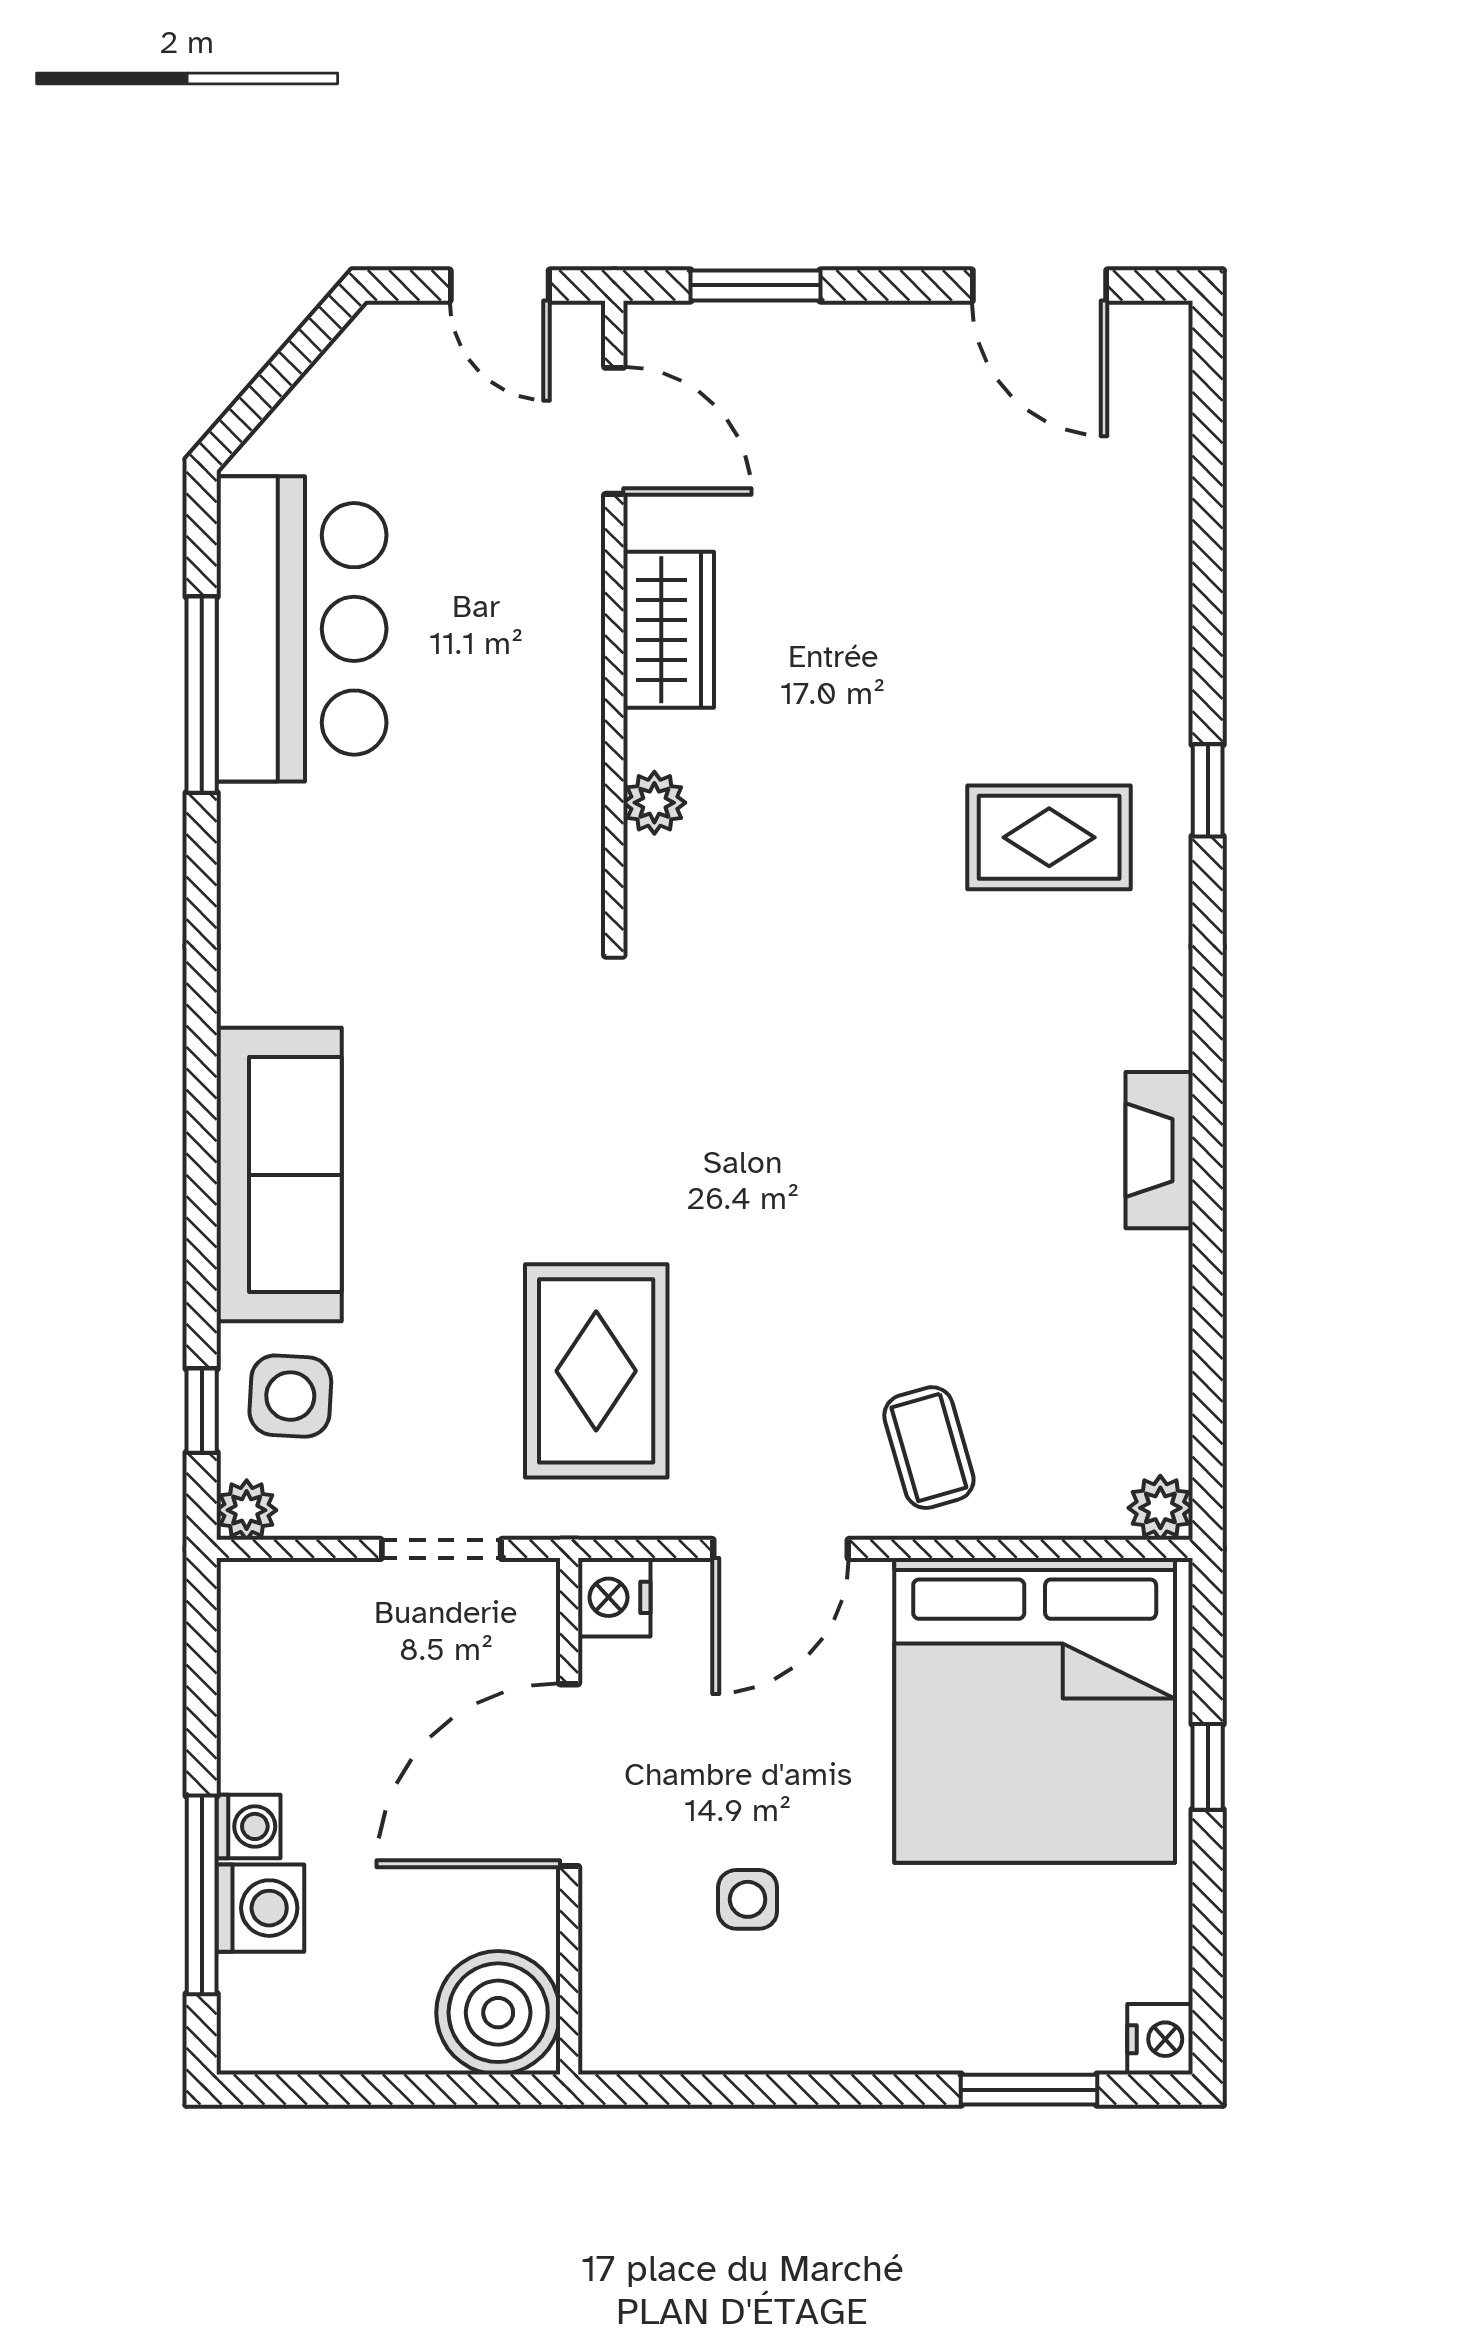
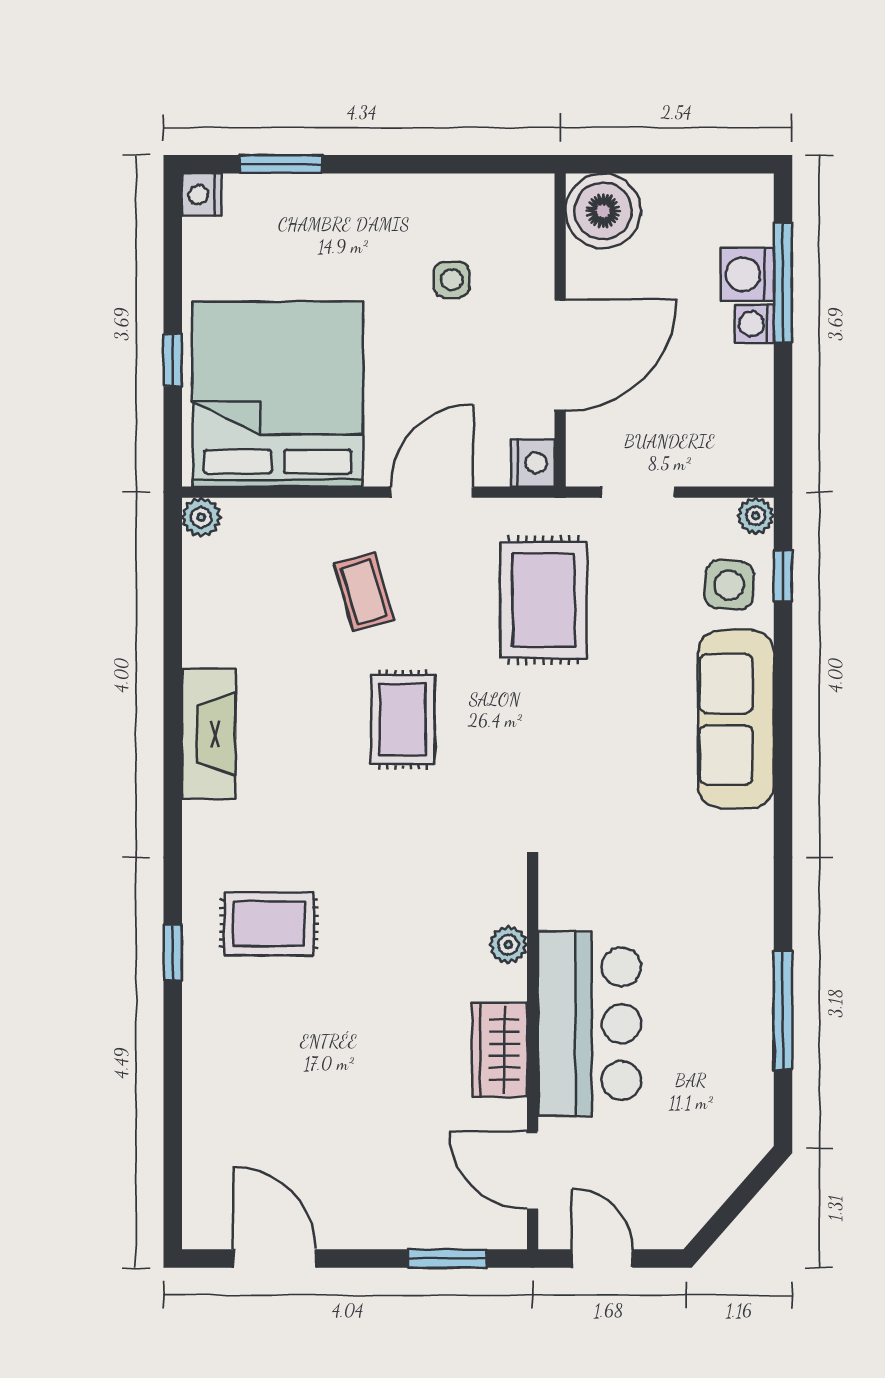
bar counter: (302, 629) -> (590, 1024), moved, turned 180
fireplace: (1159, 1150) -> (209, 734), width x1.37, depth x1.32
rug: (828, 1174) -> (403, 720), added
coffee table: (929, 1448) -> (364, 592), moved

